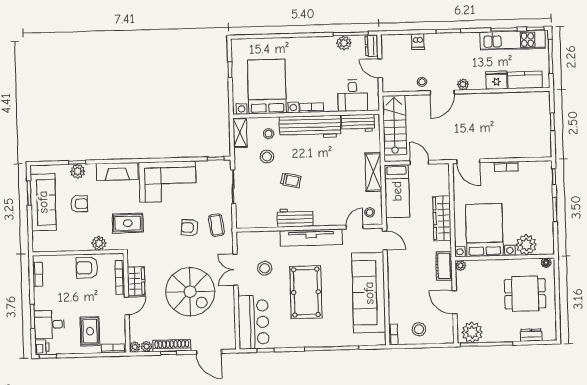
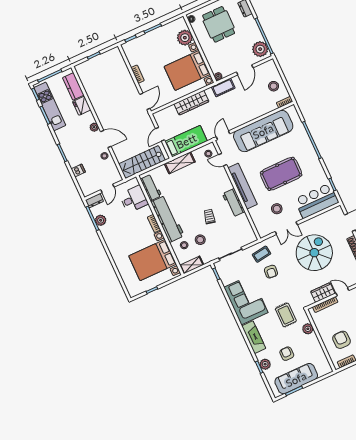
armchair: (87, 268) -> (342, 340), moved, turned 180

